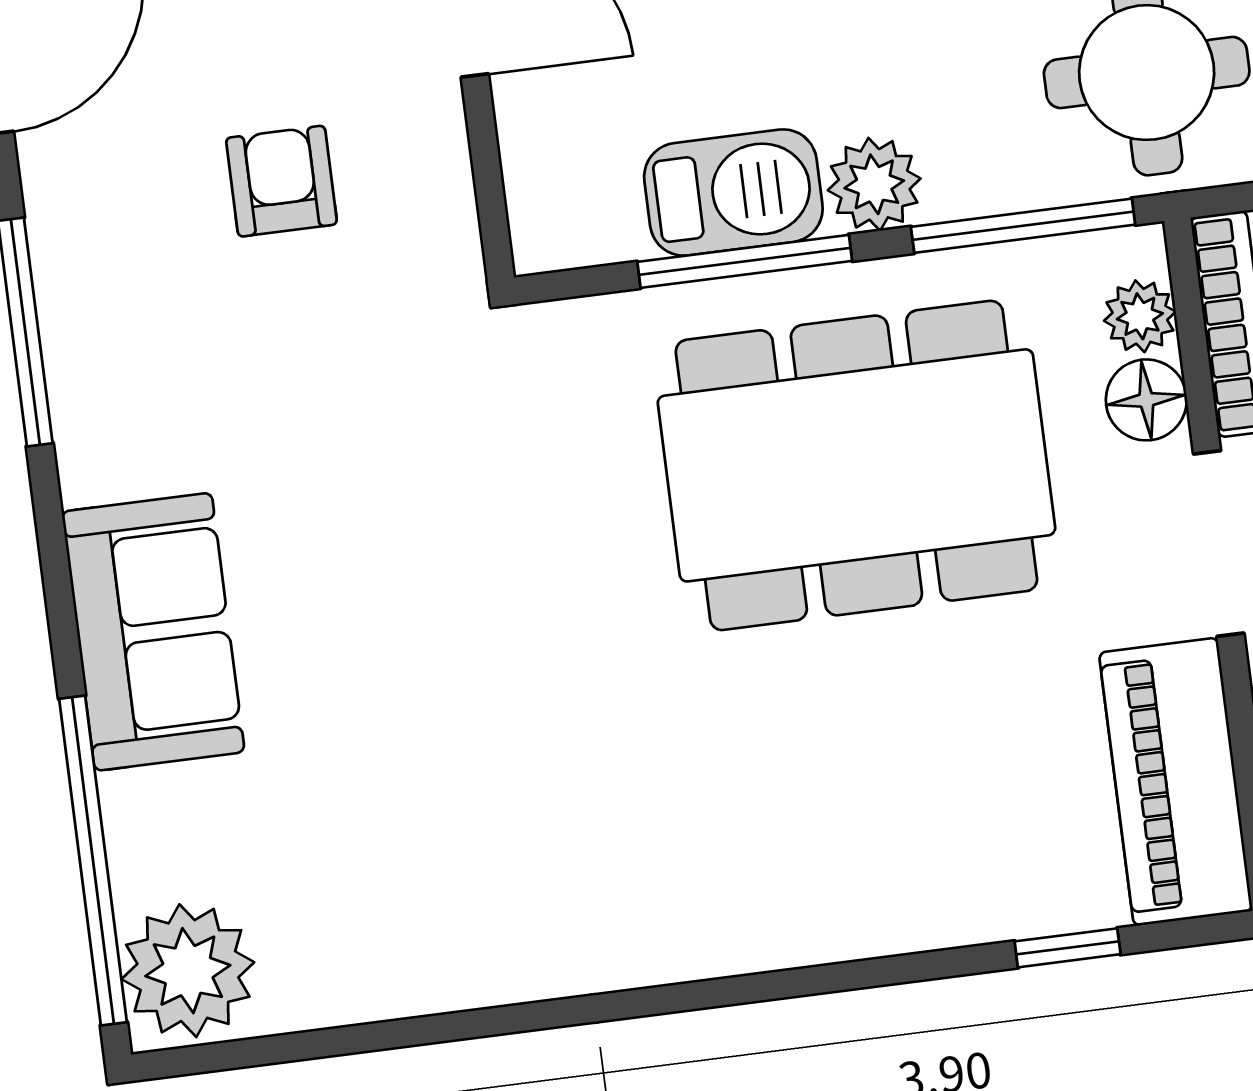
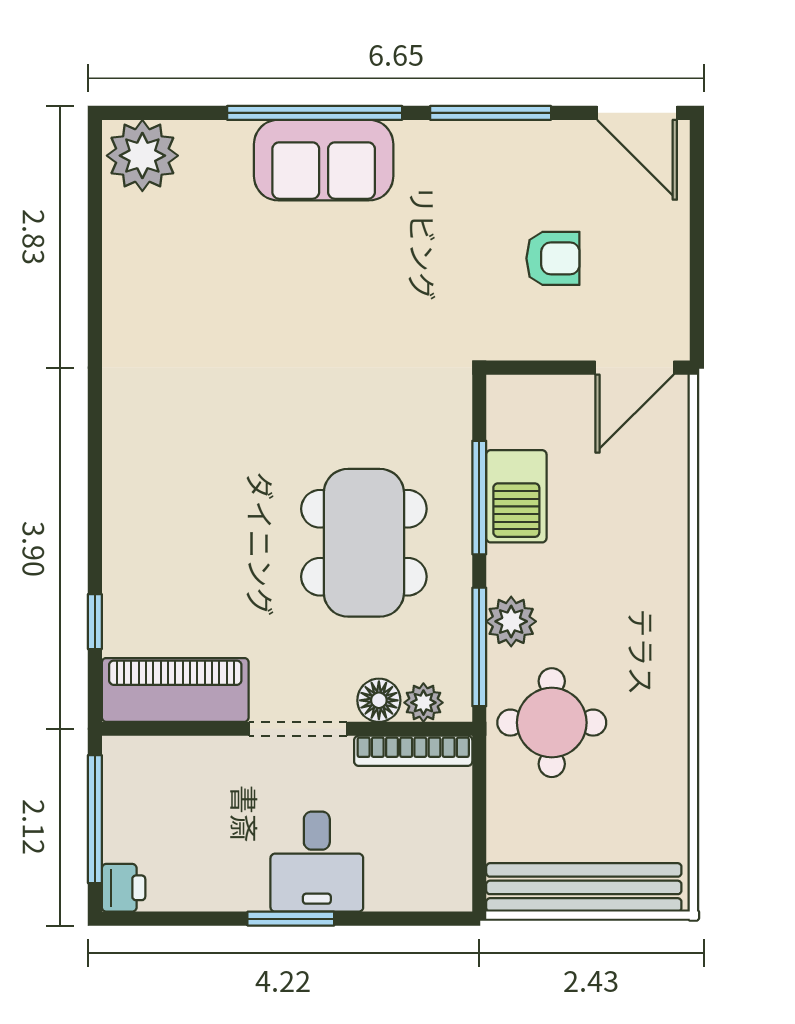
plant: (874, 184) -> (511, 621), moved
dining table: (856, 465) -> (364, 543), width x0.73, depth x0.80
window: (93, 860) -> (315, 113), moved

